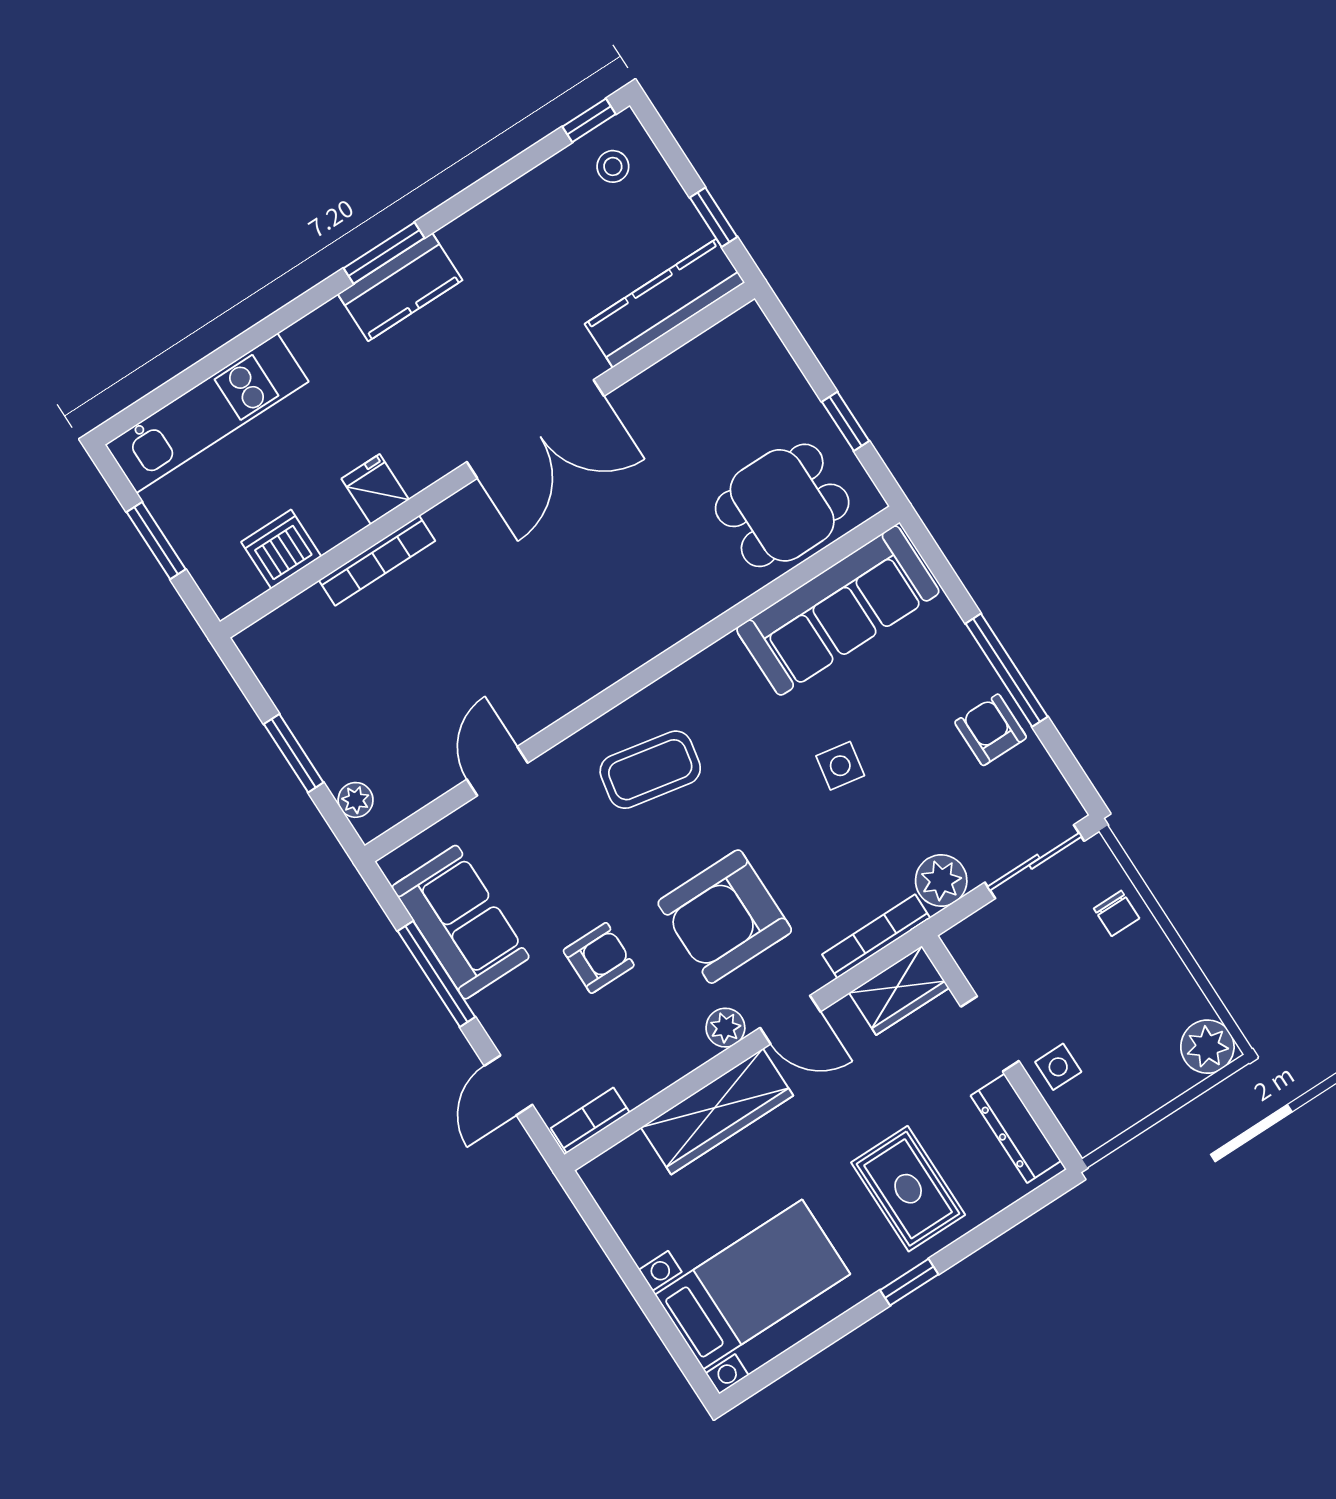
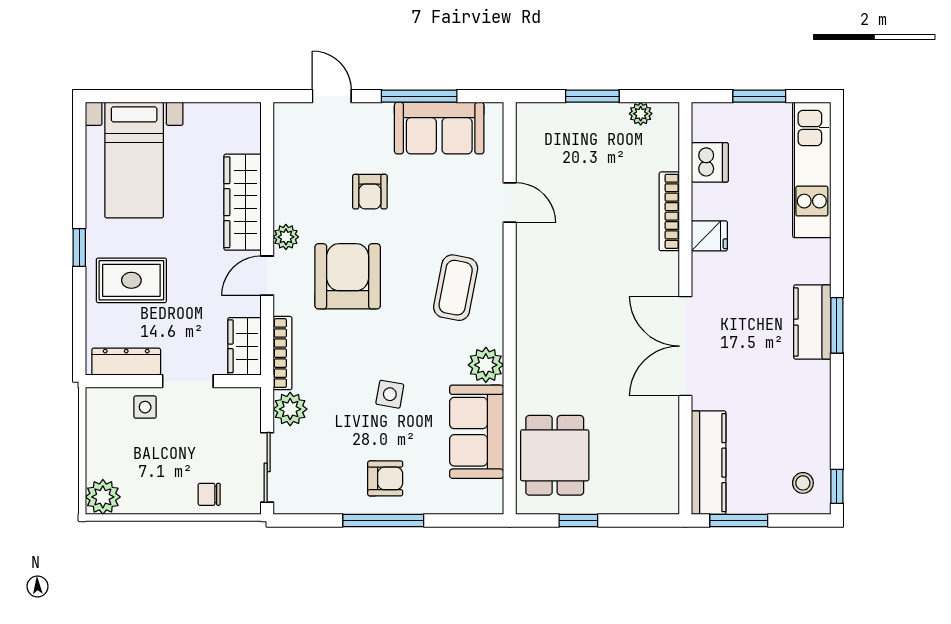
window: (714, 217) -> (739, 521), width x1.50
sofa: (838, 610) -> (477, 432), width x0.73
plant: (724, 668) -> (486, 365), added
armchair: (991, 730) -> (385, 478), moved
plant: (356, 800) -> (641, 114), moved
bookcase: (590, 1120) -> (283, 129), removed

